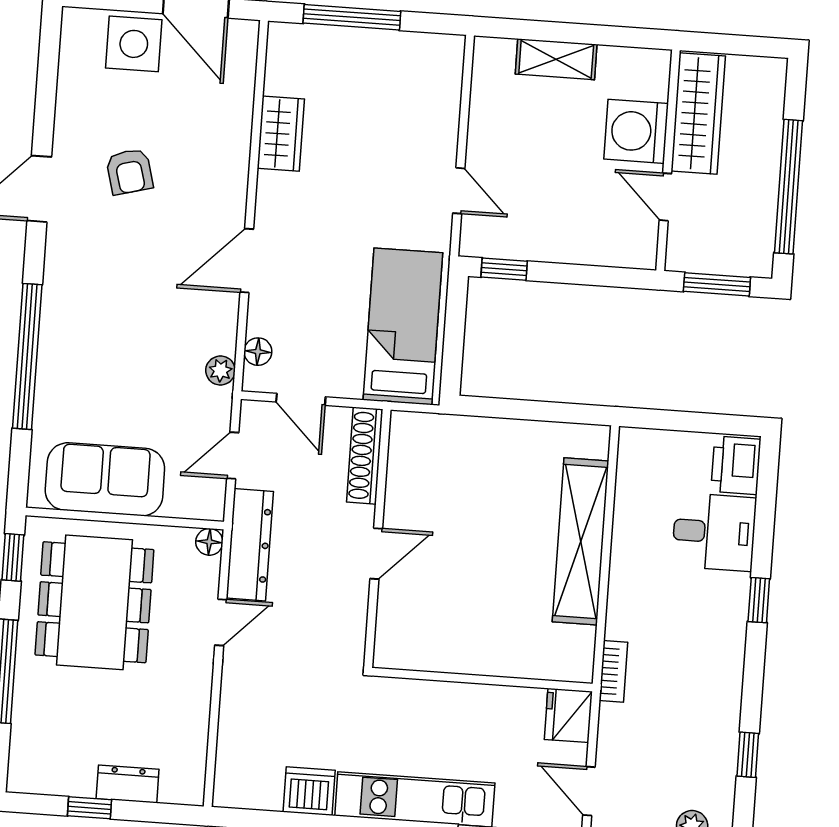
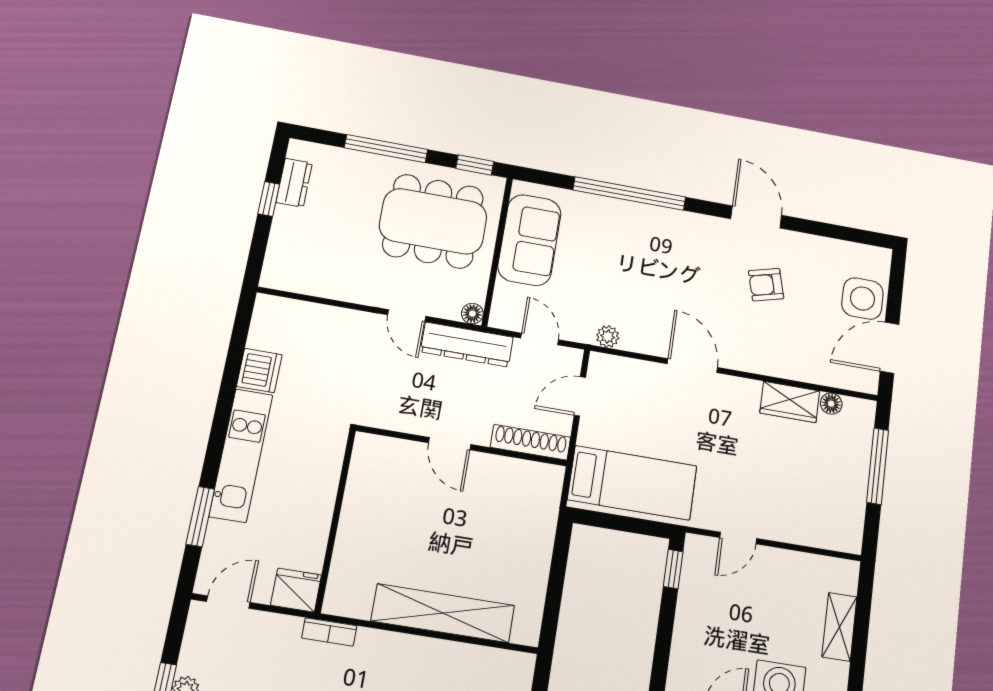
floor lamp: (258, 352) -> (831, 404), moved
dresser: (128, 784) -> (294, 183), moved

